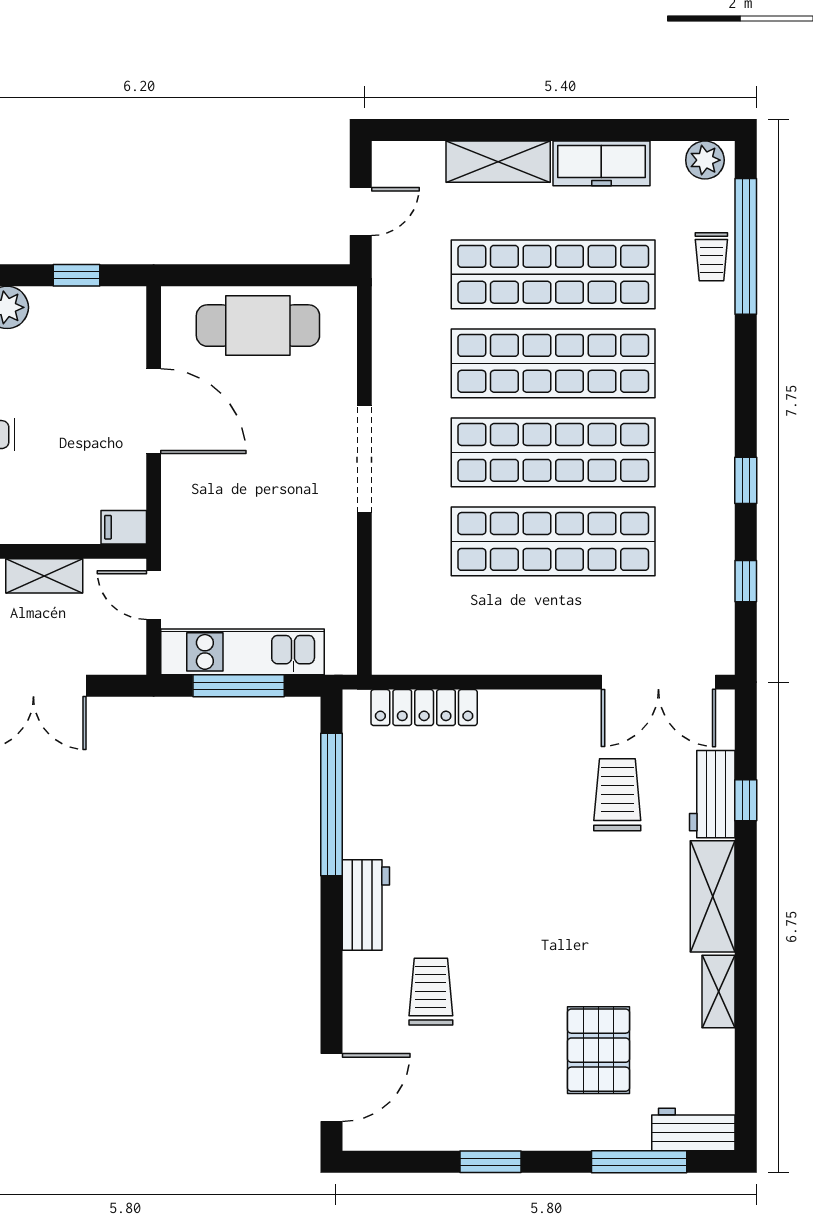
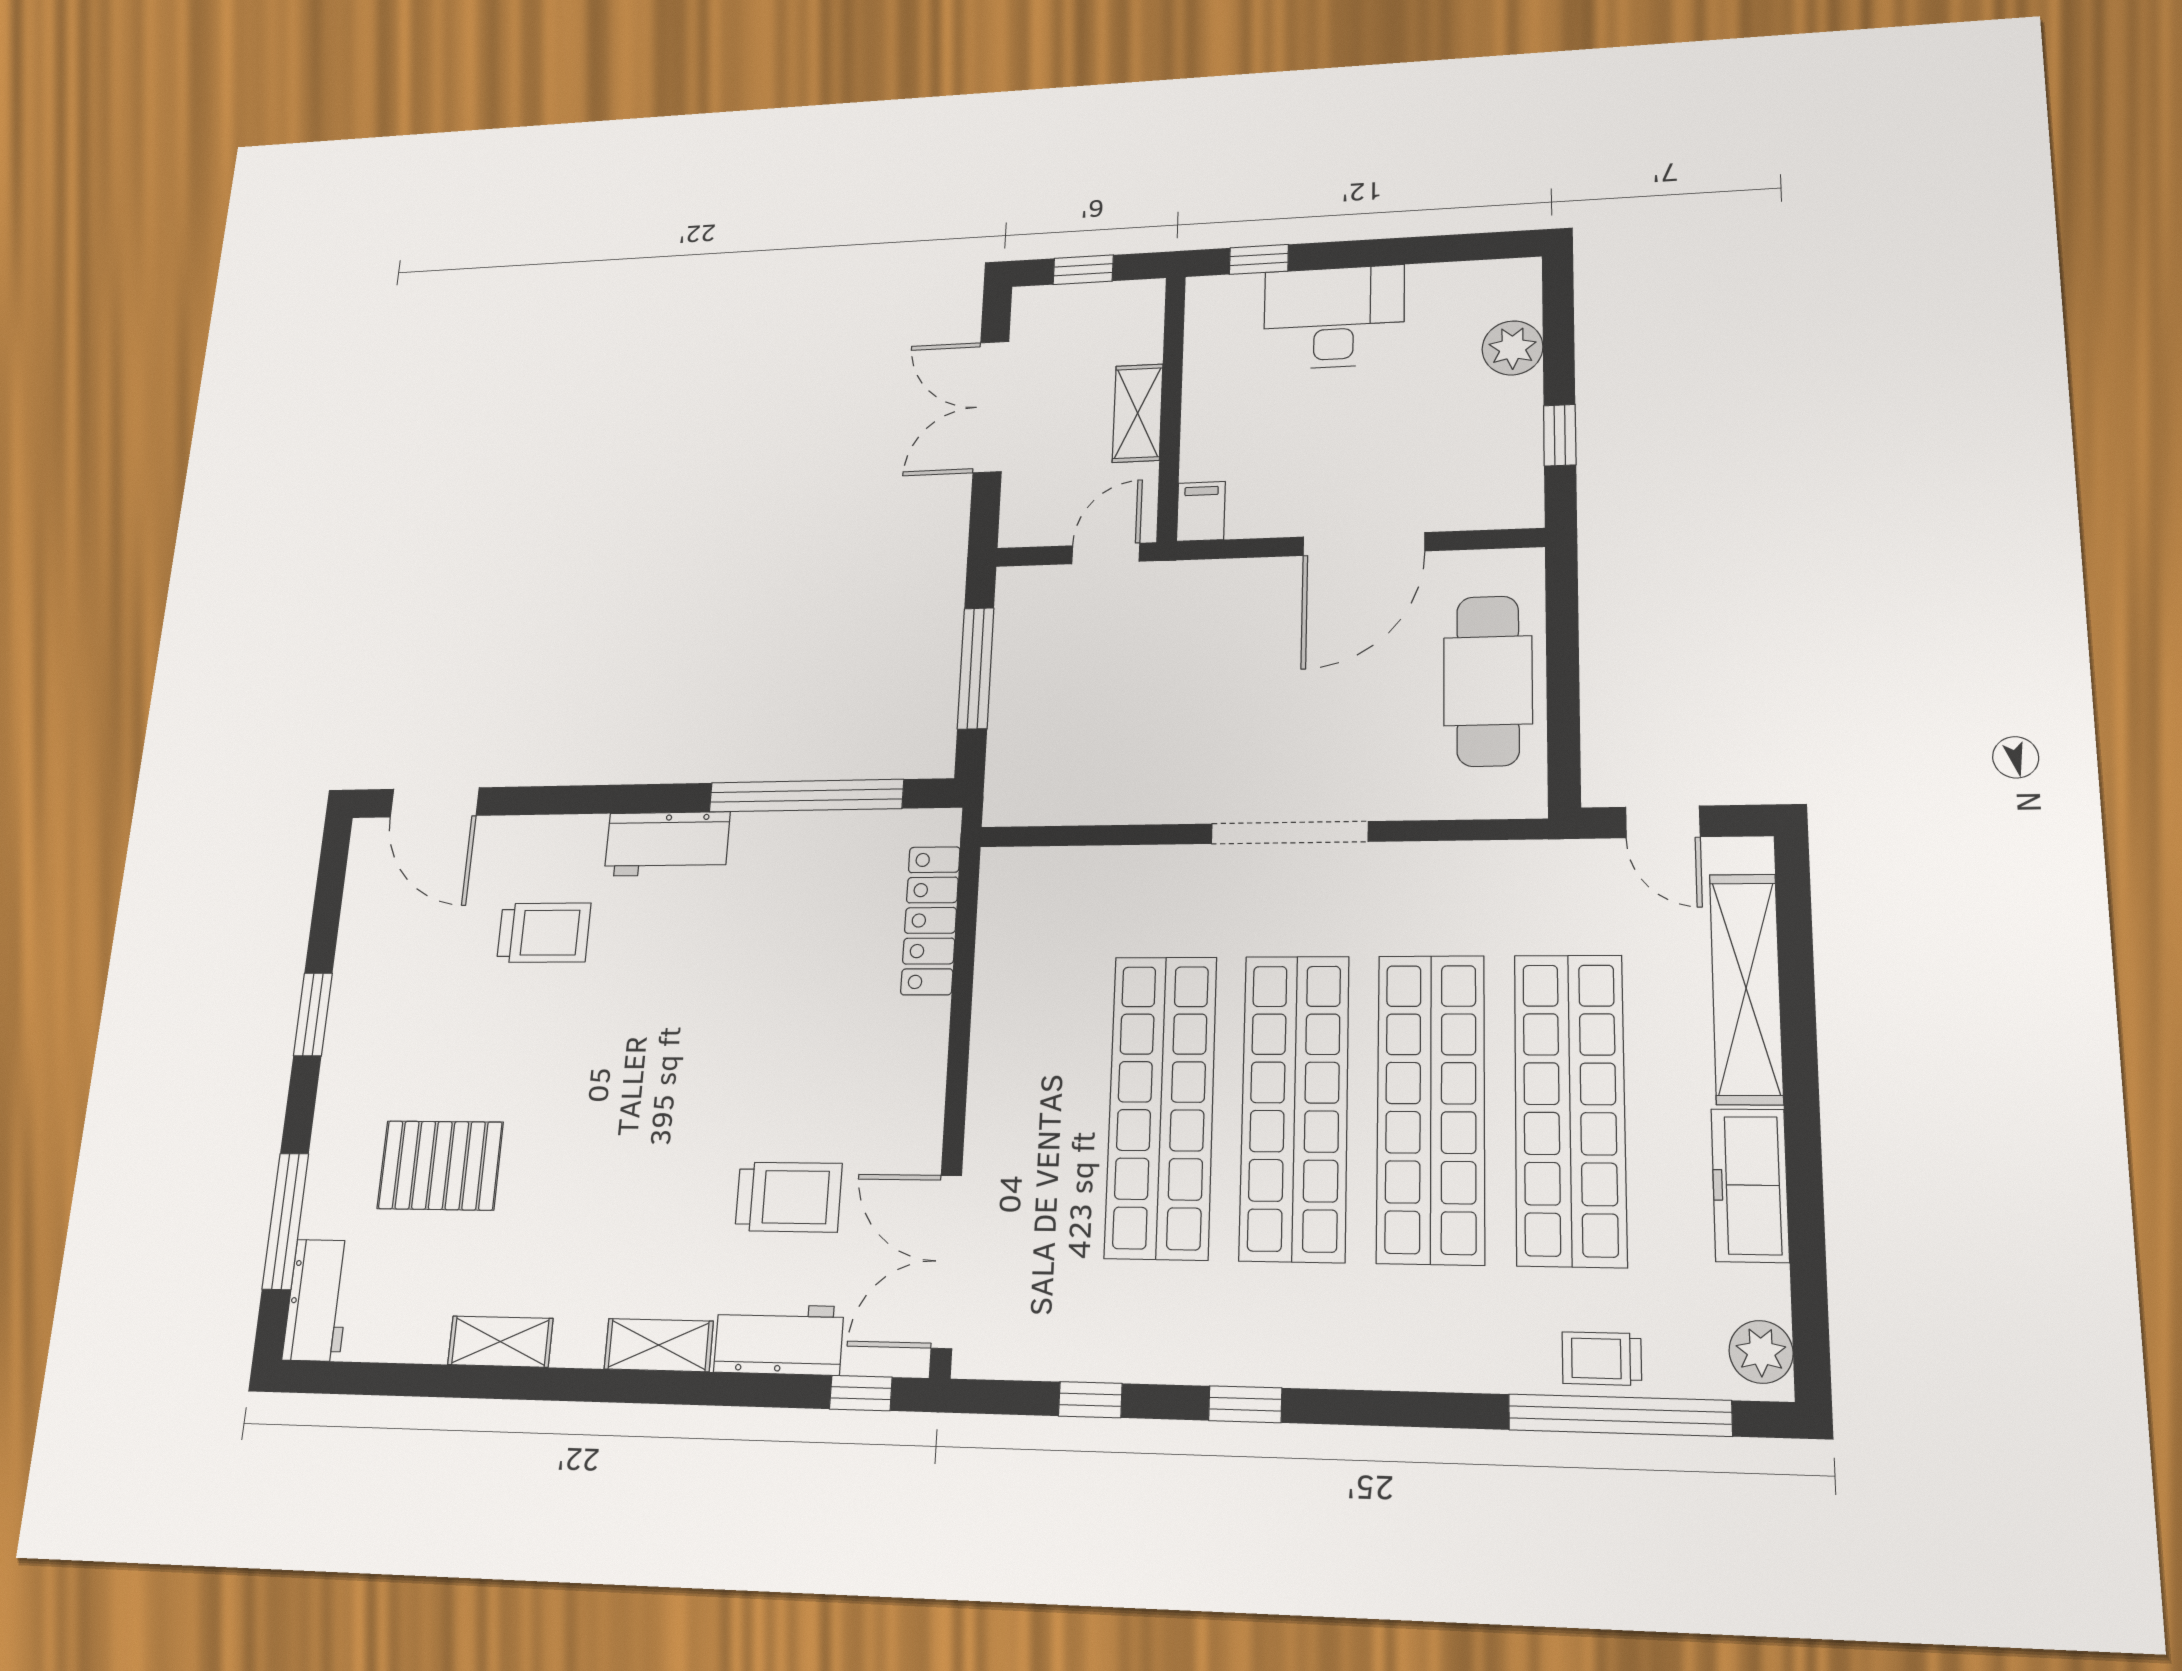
shelving: (498, 162) -> (1746, 988), width x1.47
kitchen unit: (242, 652) -> (1022, 672), removed
window: (746, 800) -> (861, 1393), moved
shelving: (713, 896) -> (659, 1345), width x0.67, depth x0.75

